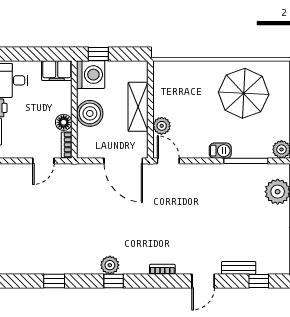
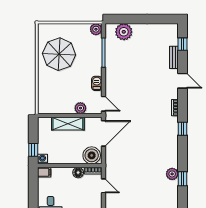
filing cabinet: (57, 71) -> (44, 172), width x0.50
washing machine: (91, 75) -> (42, 159), width x0.53, depth x0.53
boiler: (90, 113) -> (92, 155), moved
barbecue: (220, 151) -> (97, 83), moved
door: (168, 161) -> (103, 104), swing flipped
plant: (110, 265) -> (172, 174), moved
window: (114, 281) -> (183, 129), moved

